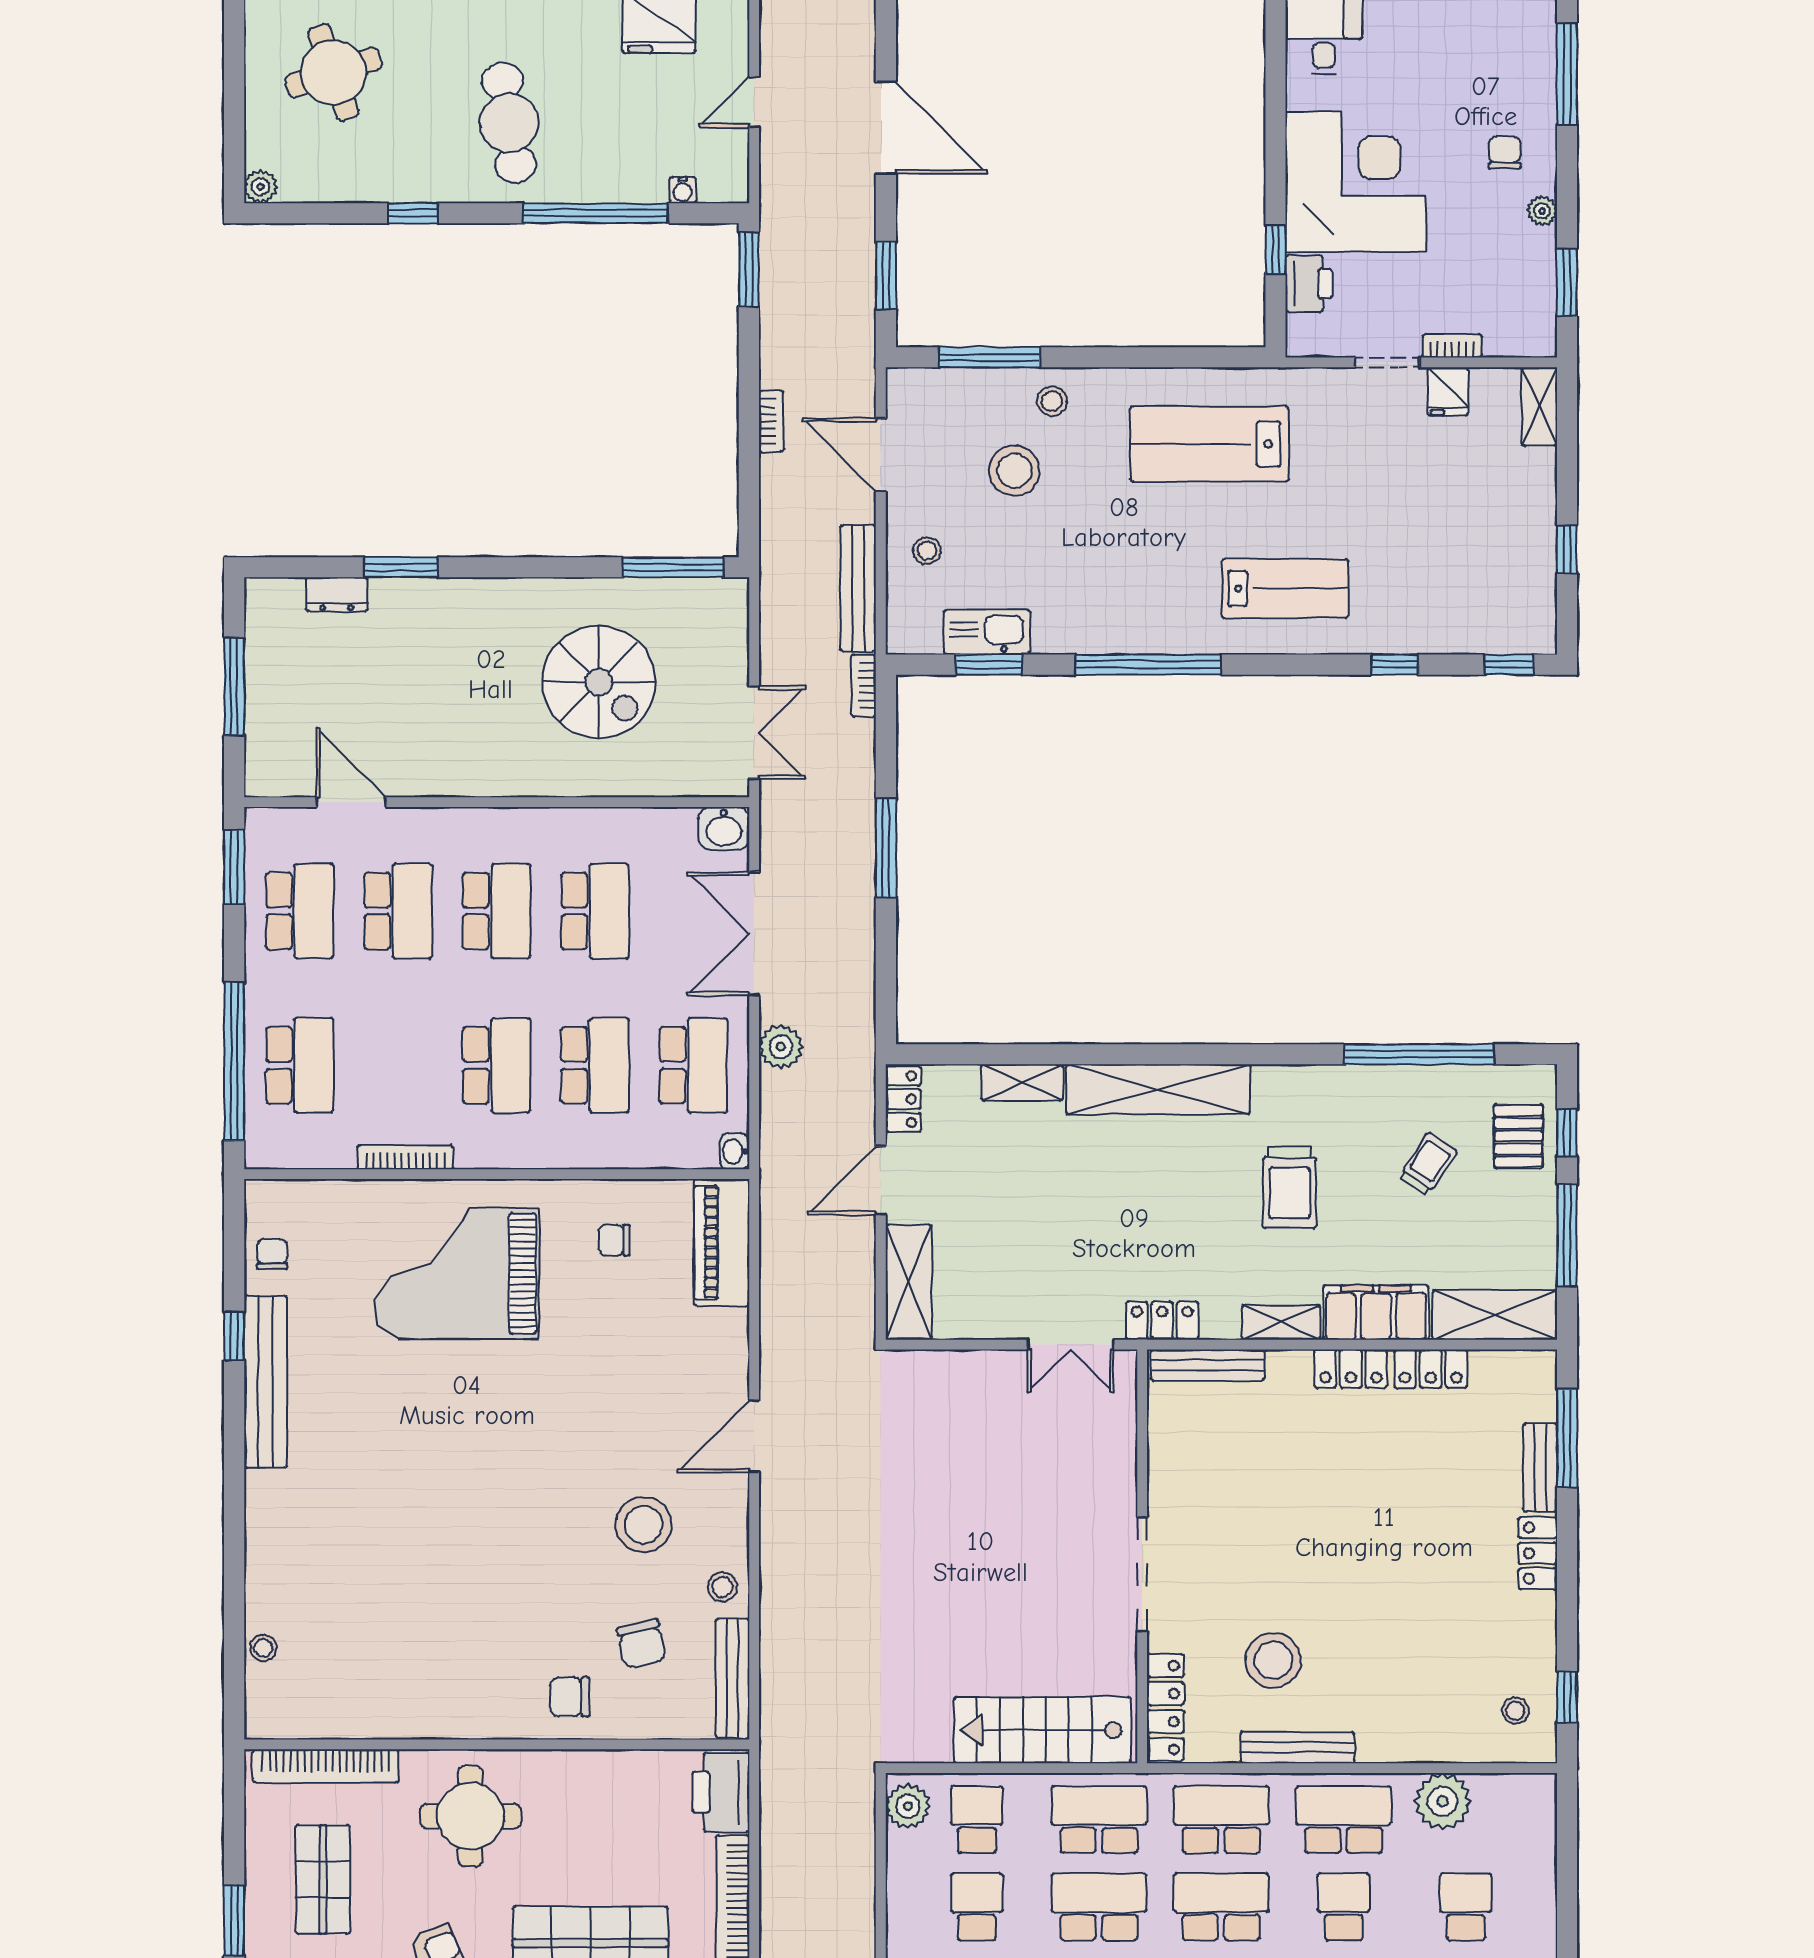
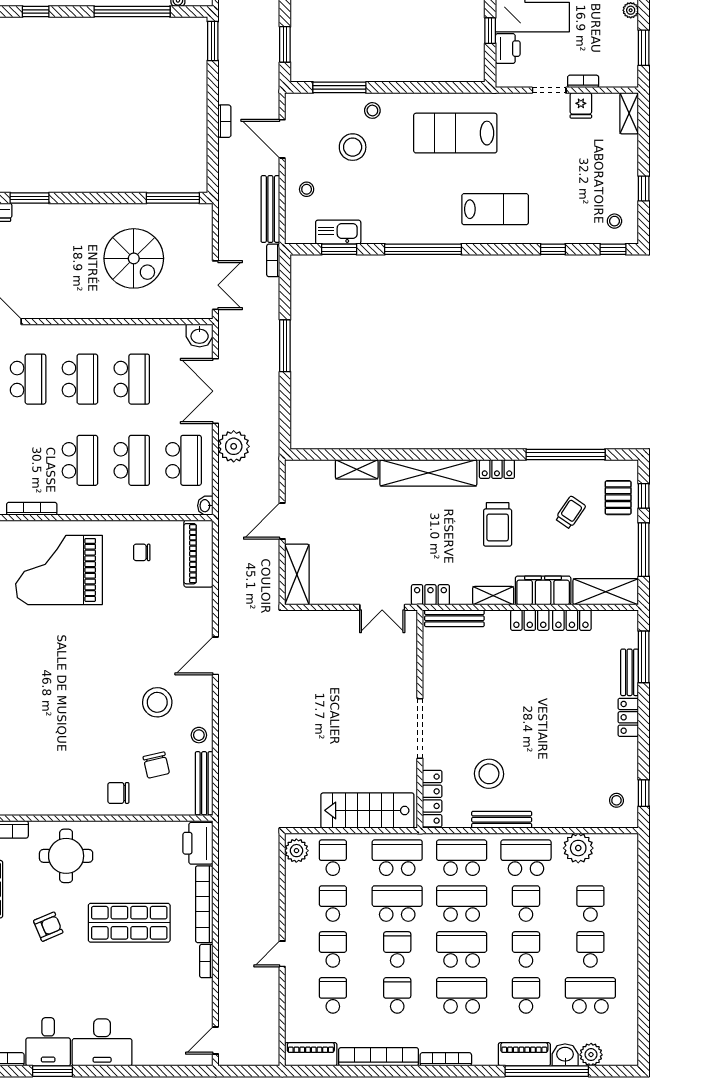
stool: (1511, 611) -> (614, 221), added
plant: (781, 1047) -> (234, 446), width x1.36, depth x1.36
locker: (903, 1099) -> (497, 469), moved, turned 90

